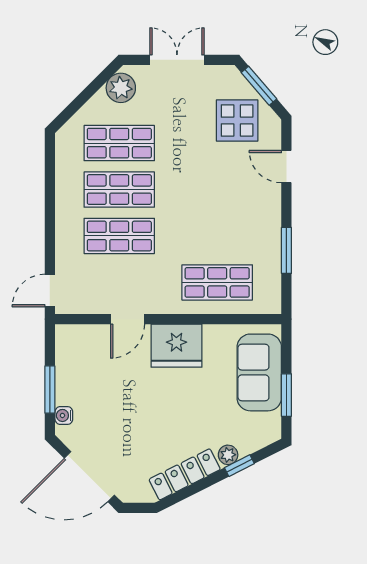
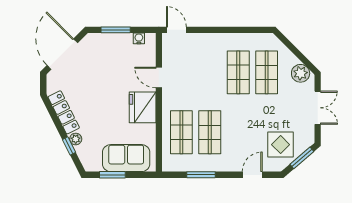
shop shelf: (119, 236) -> (210, 132), moved
water cooler: (64, 415) -> (139, 38), moved

